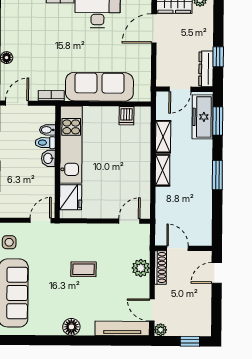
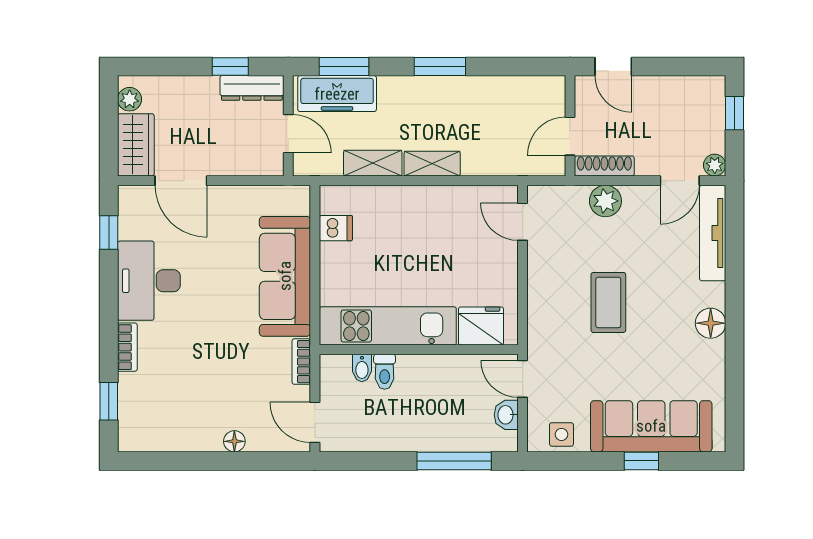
washbasin: (48, 158) -> (506, 415), moved, turned 90
coffee table: (83, 269) -> (608, 302), width x1.36, depth x1.30

